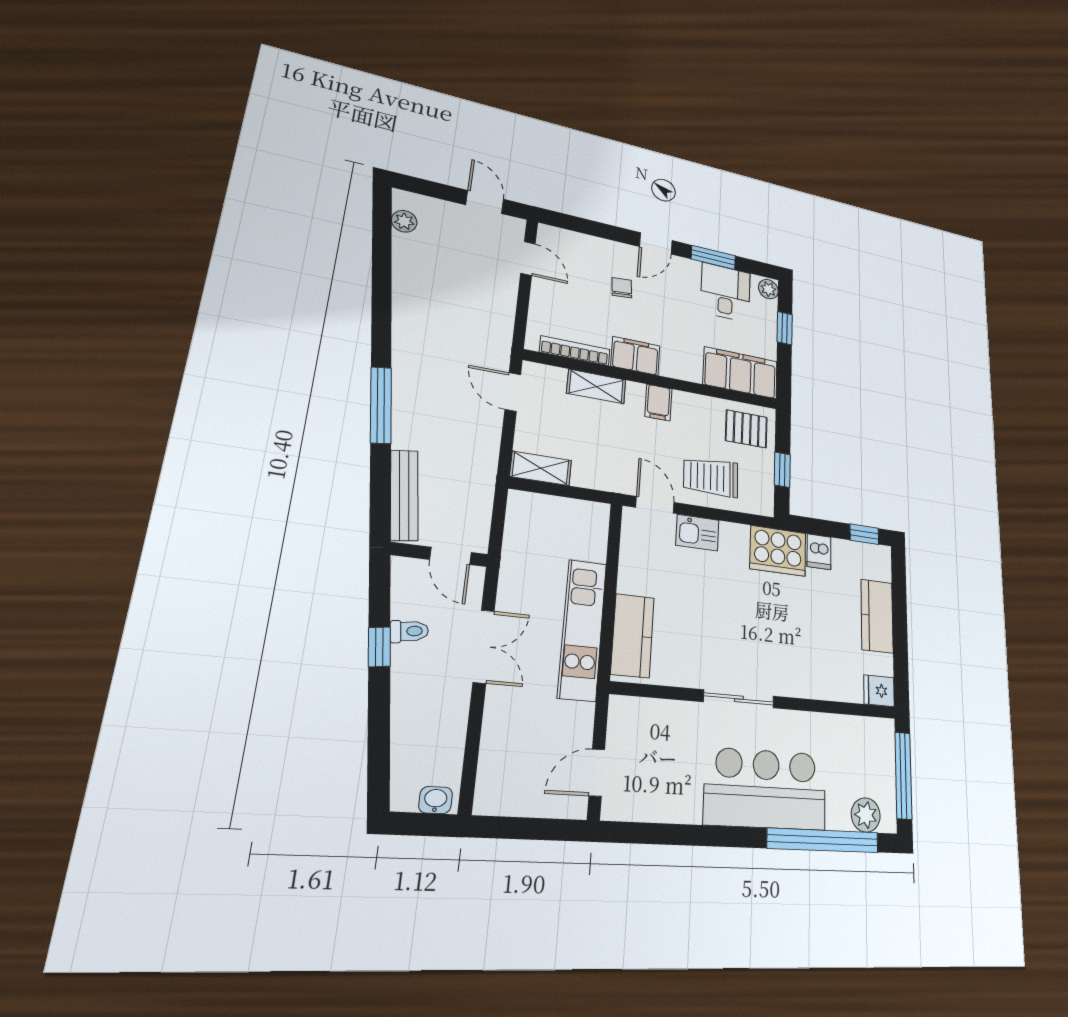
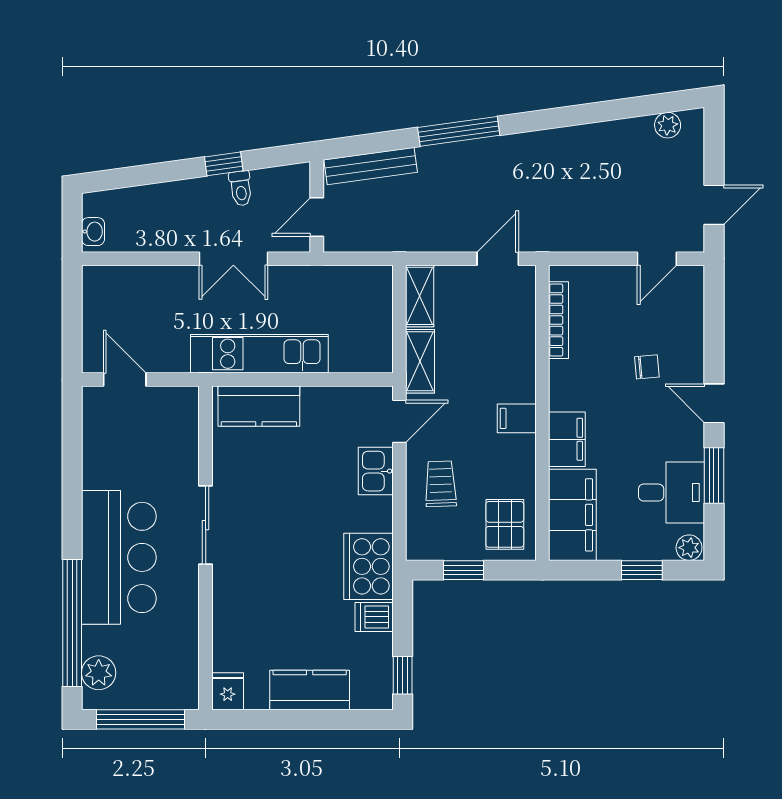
filing cabinet: (635, 356) -> (567, 439), moved
shelving: (596, 386) -> (420, 361), moved
trolley: (711, 477) -> (441, 484), width x0.73, depth x0.72

